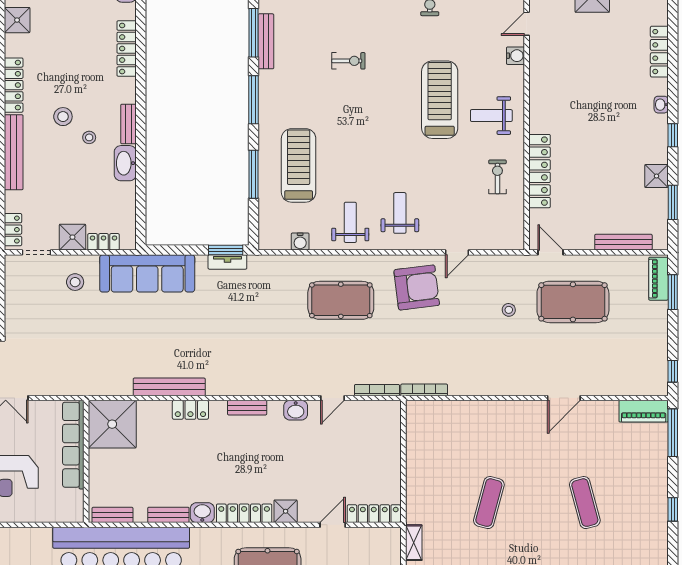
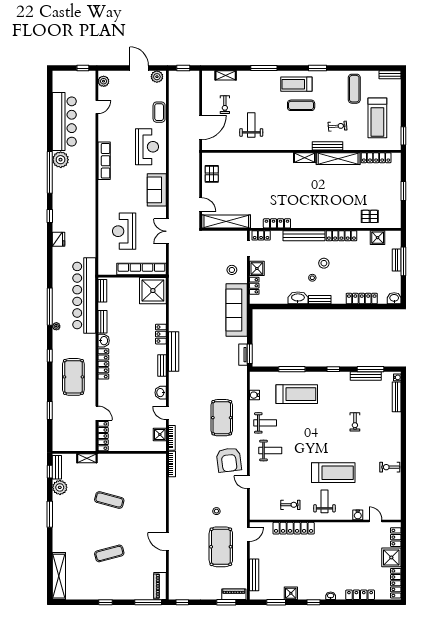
window: (253, 100) -> (333, 369), width x0.46
bench: (169, 387) -> (174, 351), moved
shower: (286, 511) -> (160, 435), moved

